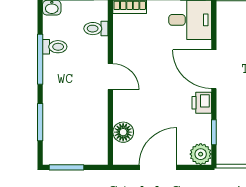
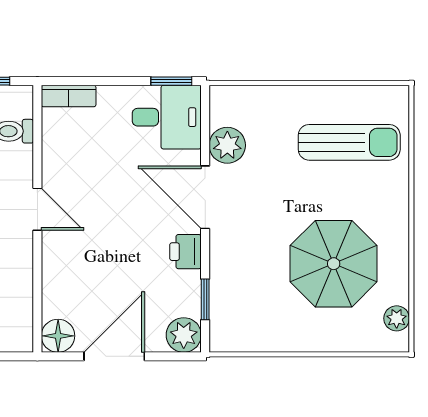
plant: (227, 37) -> (227, 145), added
floor lamp: (123, 132) -> (58, 336), moved

